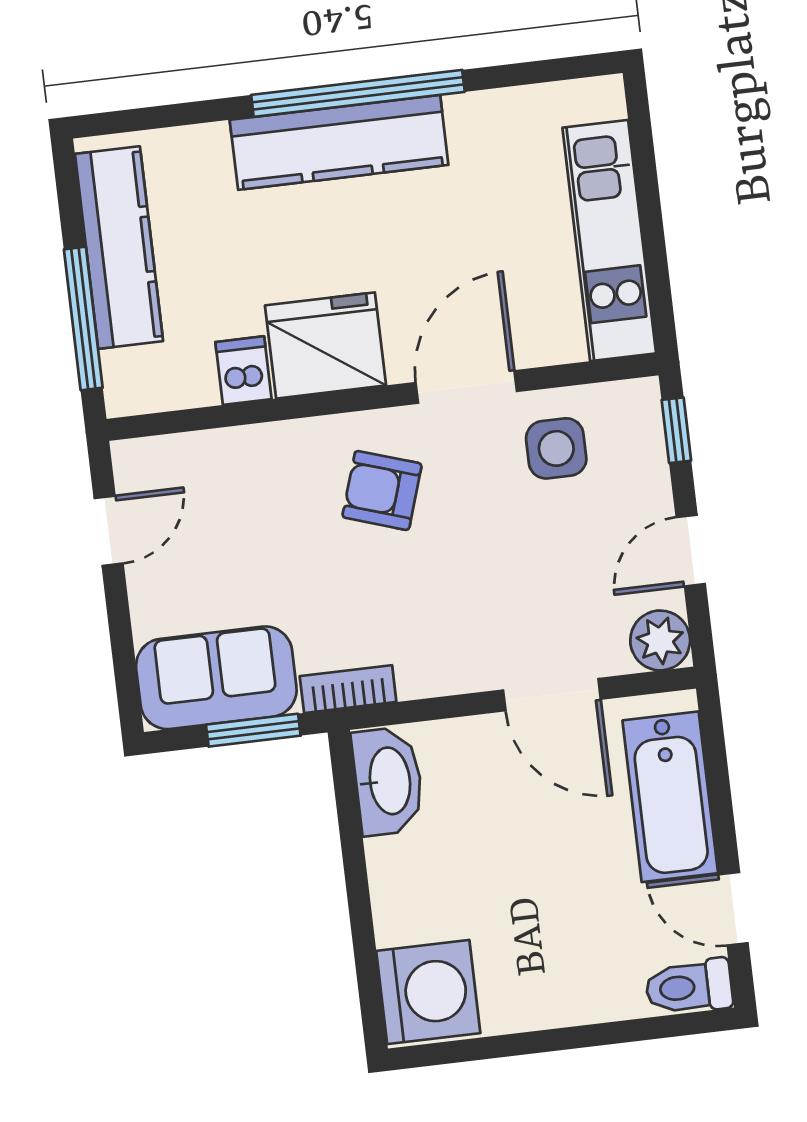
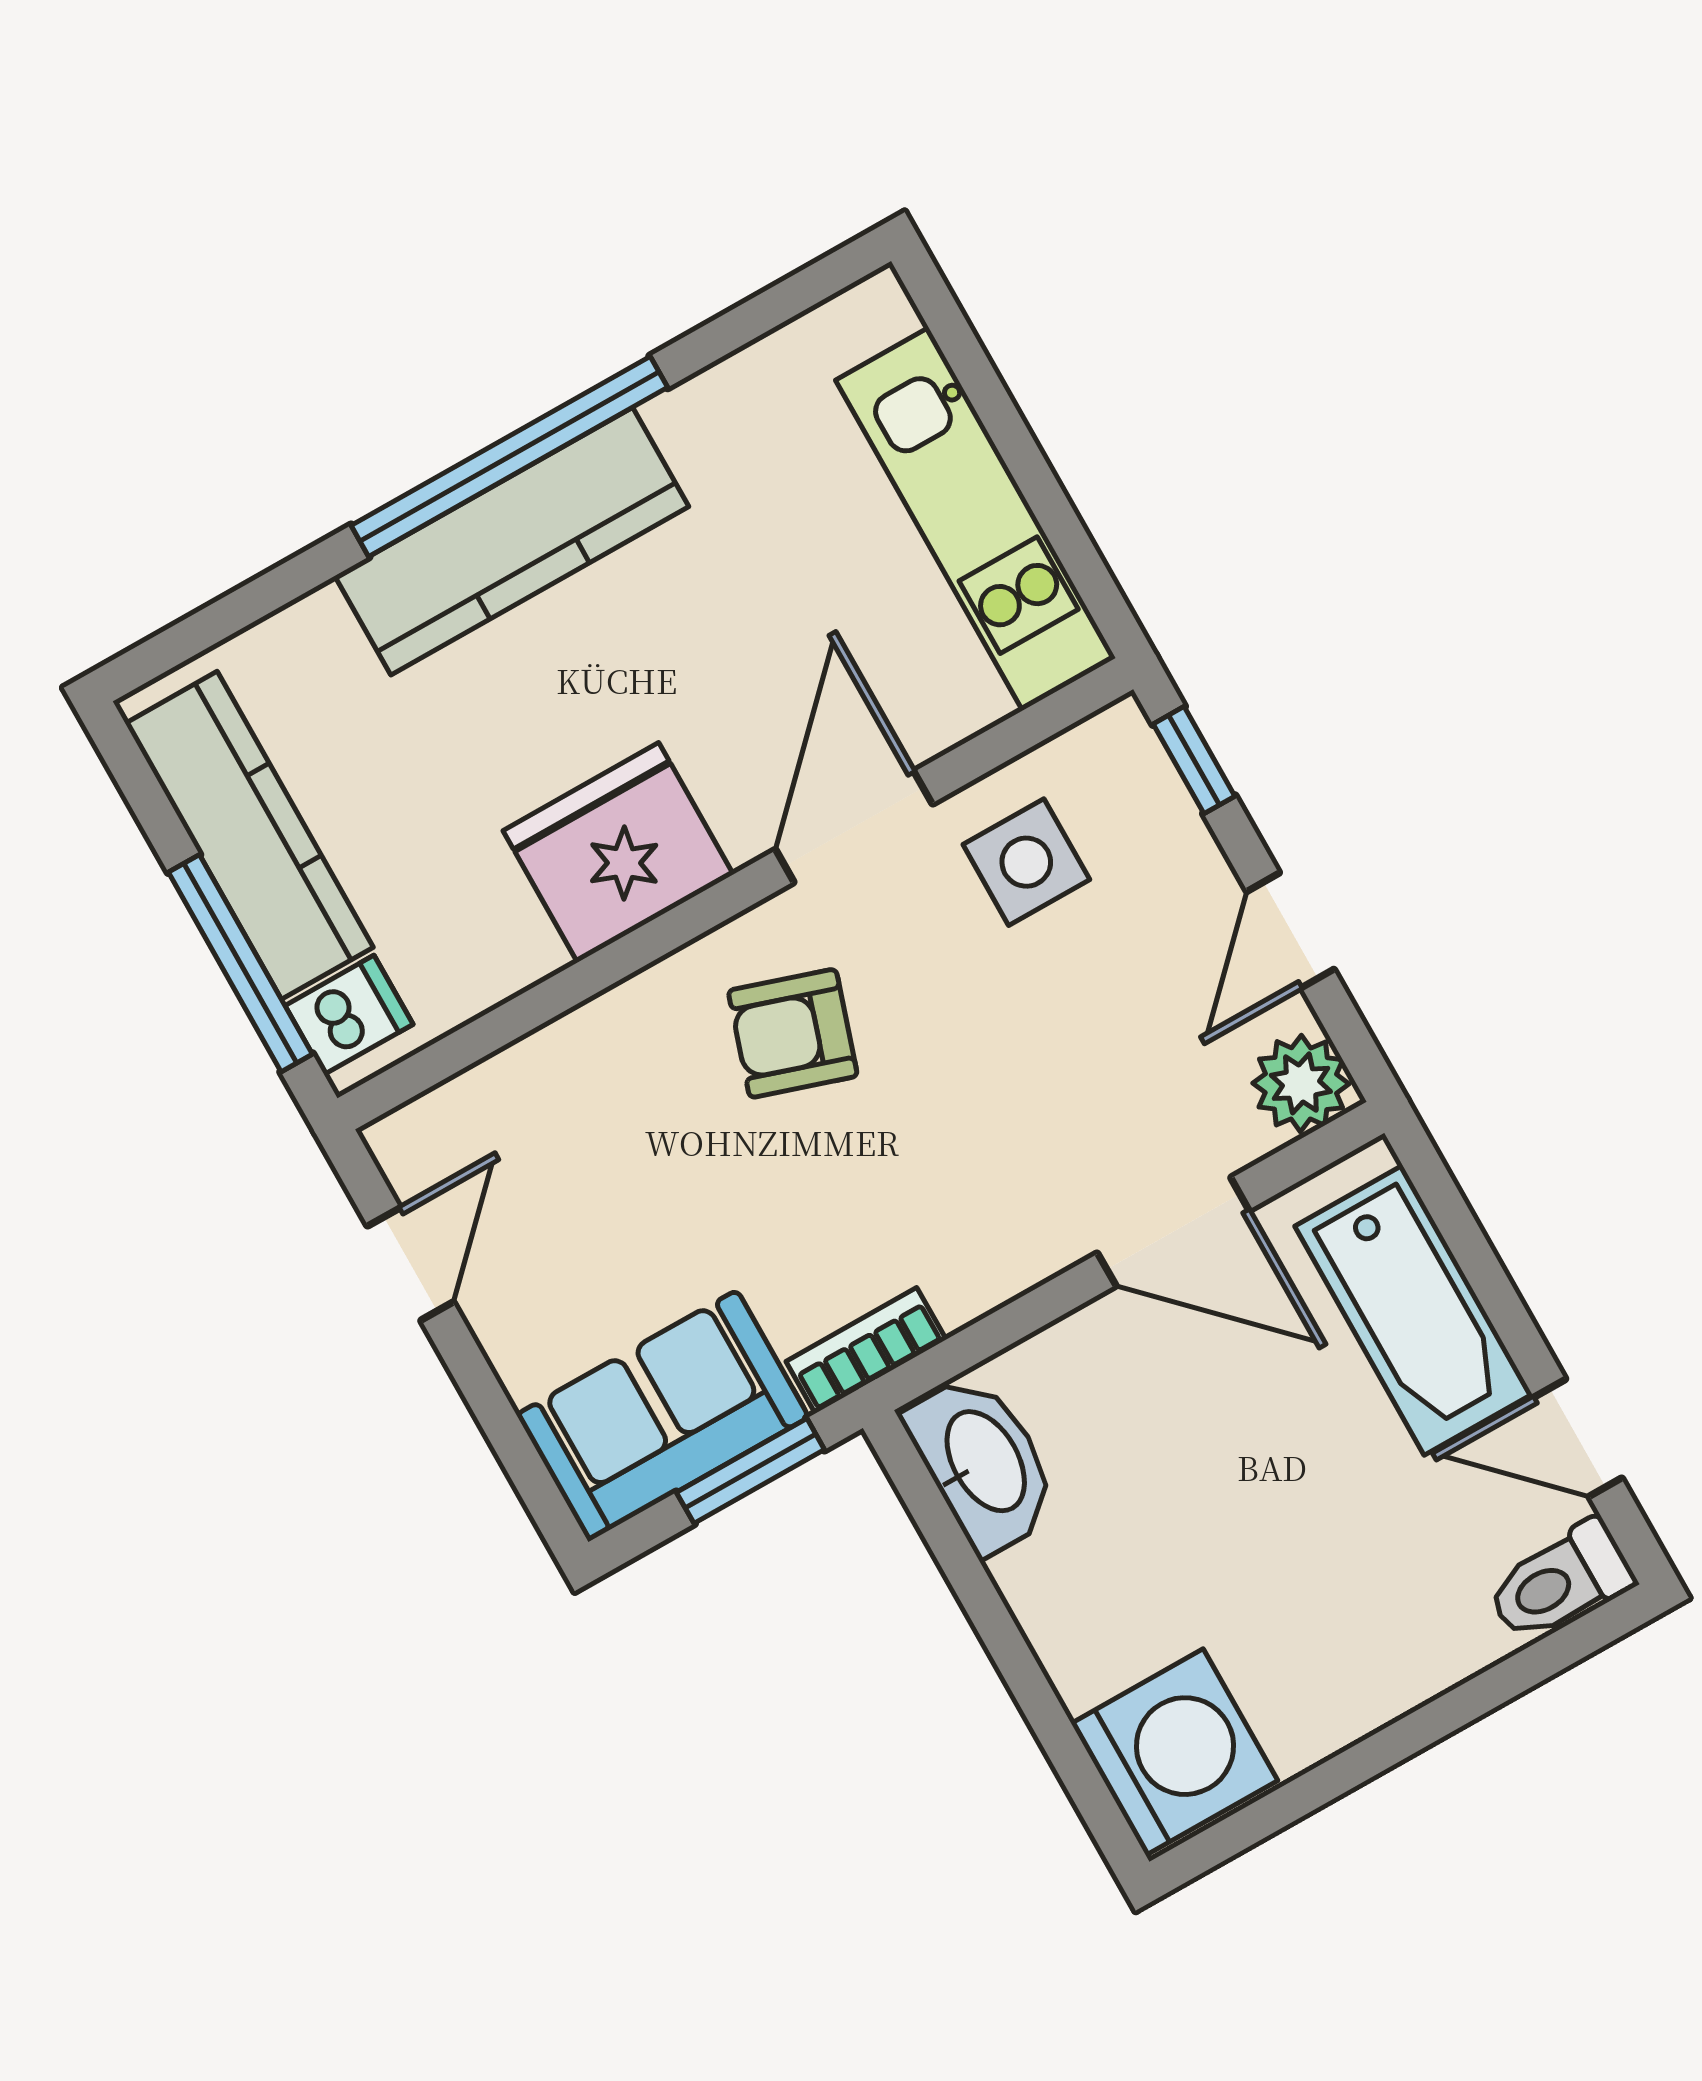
dishwasher: (243, 371) -> (349, 1015), moved, turned 90

